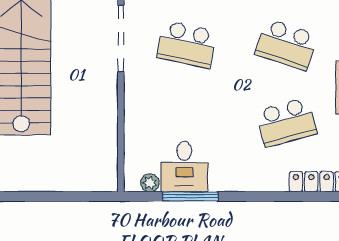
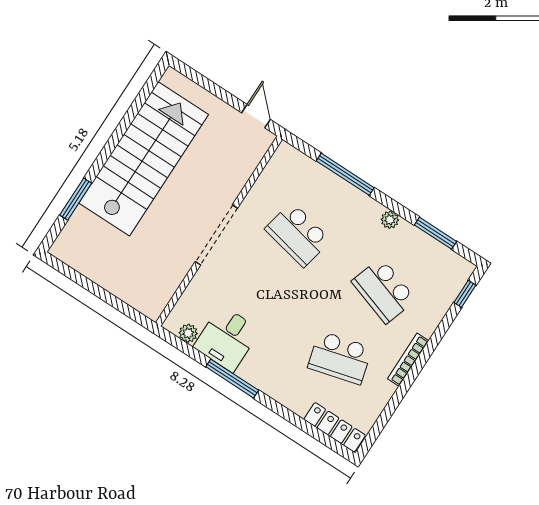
doorway: (121, 39) -> (216, 235), moved
window: (190, 196) -> (232, 379), moved

